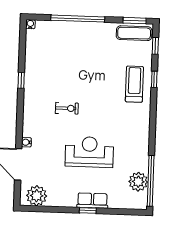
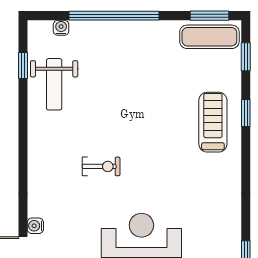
water cooler: (30, 24) -> (61, 28), moved
weight bench: (41, 58) -> (54, 84), added
window: (21, 80) -> (23, 65), moved

